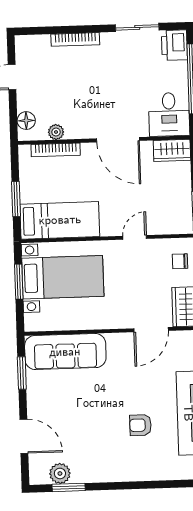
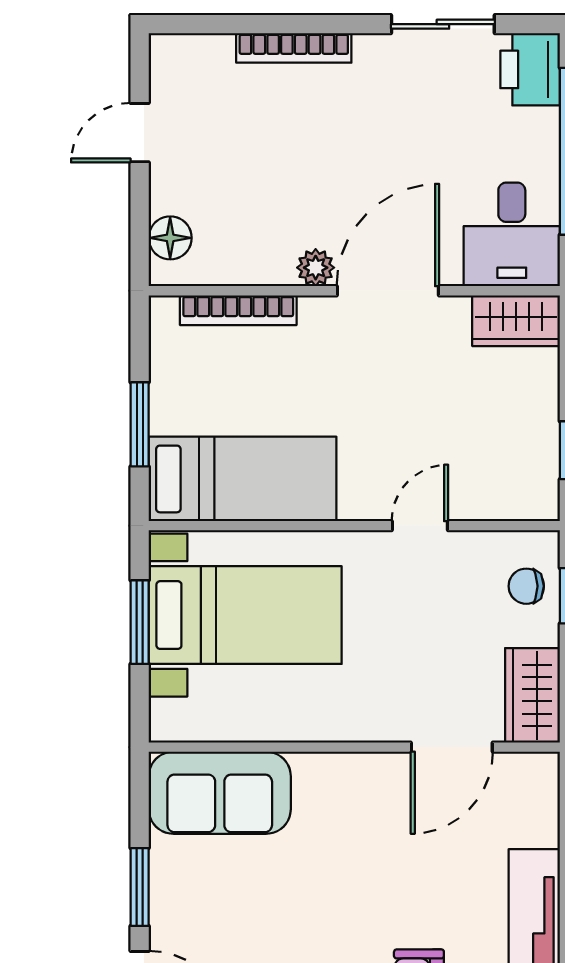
plant: (56, 132) -> (316, 268), moved
door: (118, 140) -> (388, 291), swing flipped
sofa: (65, 352) -> (220, 793), width x0.73
window: (22, 373) -> (140, 887), moved

